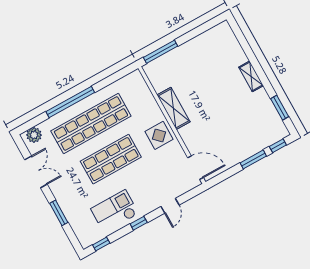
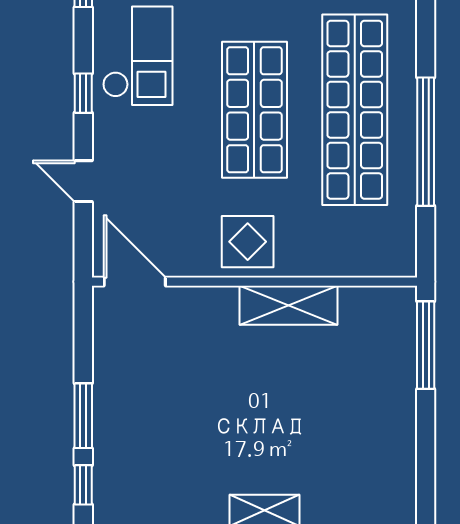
window: (70, 102) -> (426, 142), moved
door: (195, 168) -> (135, 282), swing flipped

